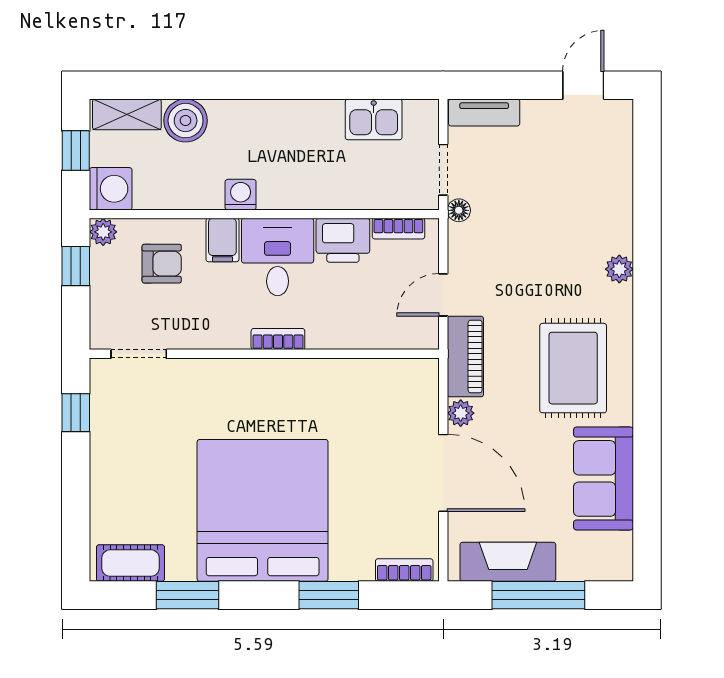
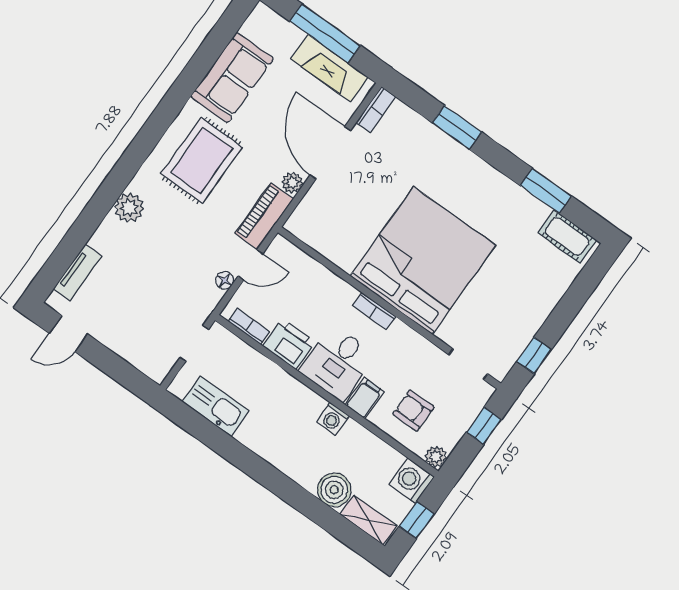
tv unit: (484, 112) -> (77, 273), moved, turned 90
kitchen sink: (374, 119) -> (215, 406), width x1.38
floor lamp: (459, 210) -> (225, 280), moved
window: (76, 266) -> (484, 426), moved
plant: (619, 269) -> (129, 208), width x1.38, depth x1.38
bed: (263, 510) -> (423, 261), moved, turned 180
bookcase: (404, 570) -> (376, 110), moved, turned -90

